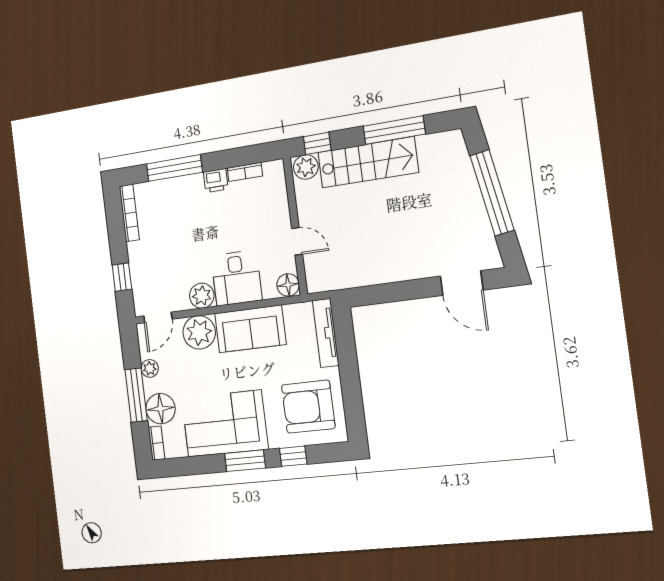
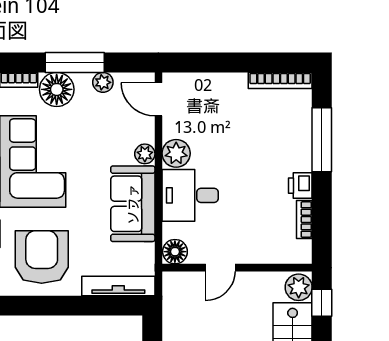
window: (122, 277) -> (209, 62), removed
plant: (199, 332) -> (145, 154), width x0.53, depth x0.53

